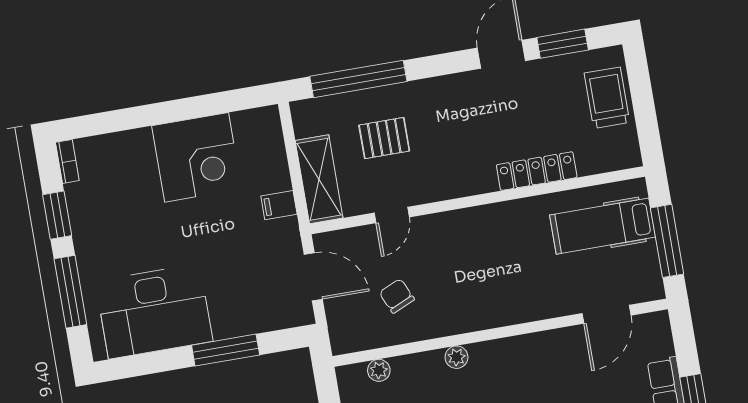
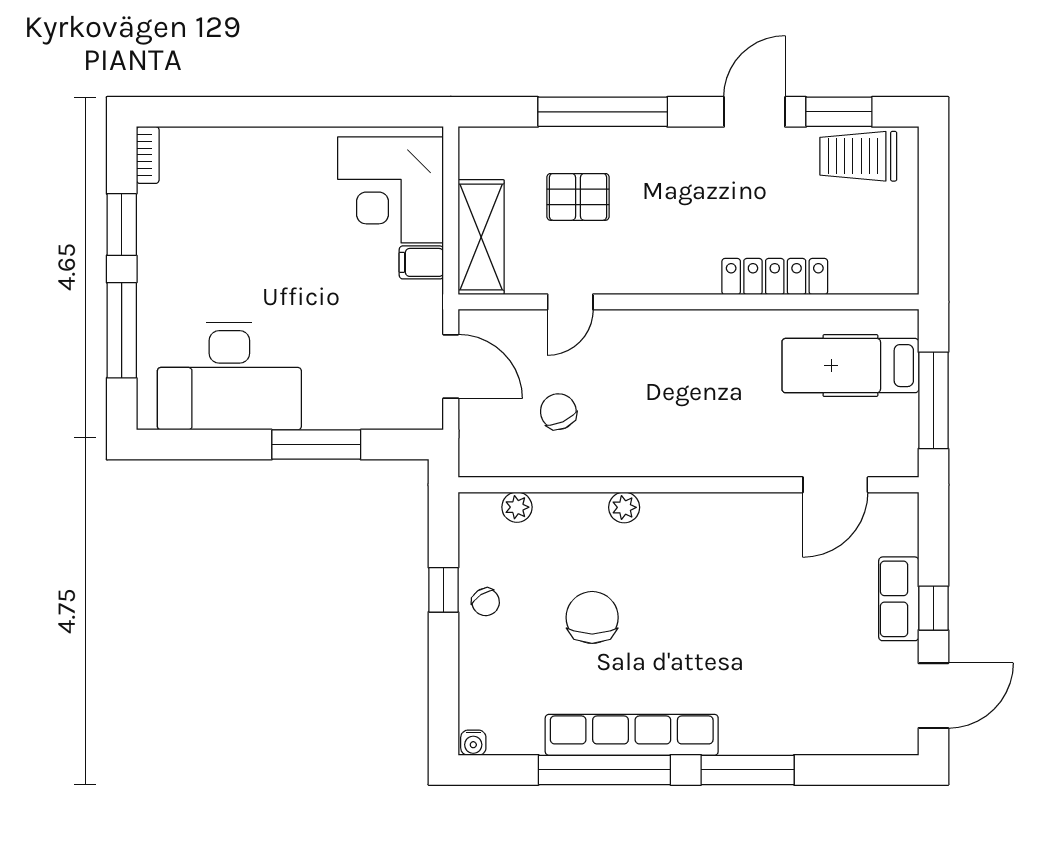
window: (358, 79) -> (603, 112), moved
trolley: (607, 98) -> (858, 156), moved, turned -90
corner desk: (197, 157) -> (390, 190), moved, turned 90

